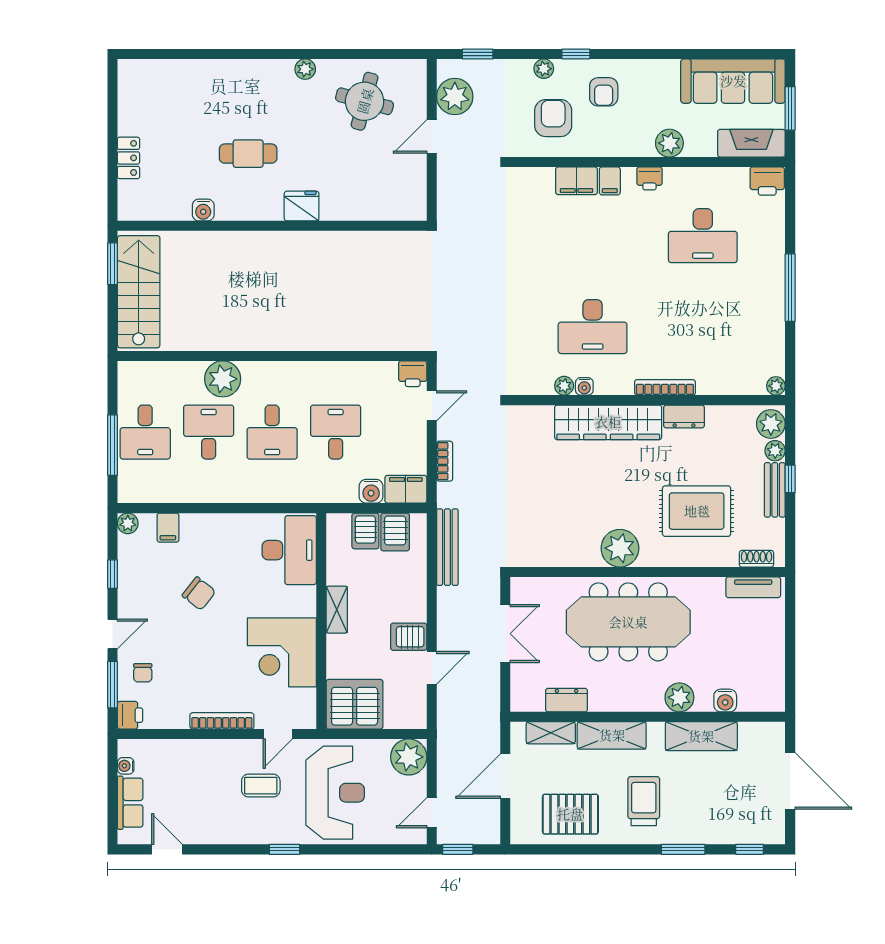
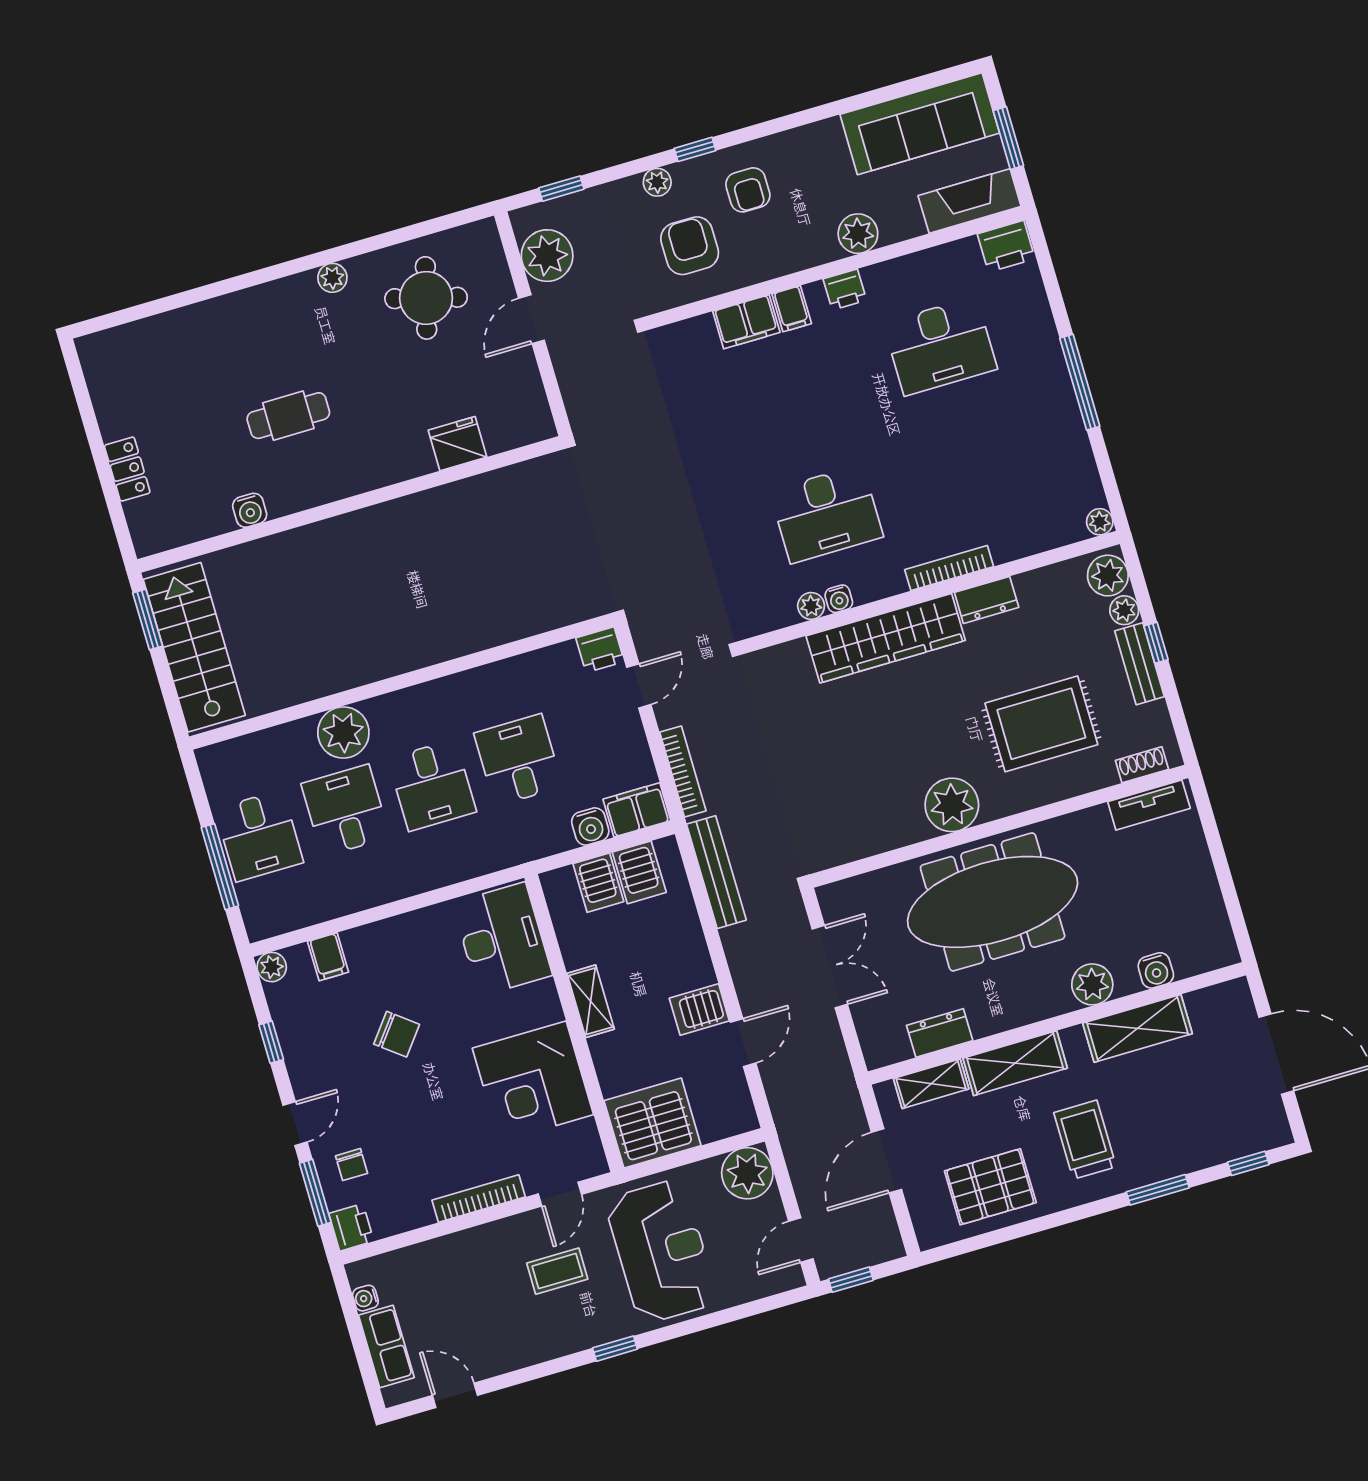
fridge: (302, 206) -> (457, 444), moved
bookcase: (445, 461) -> (683, 771), width x1.56

